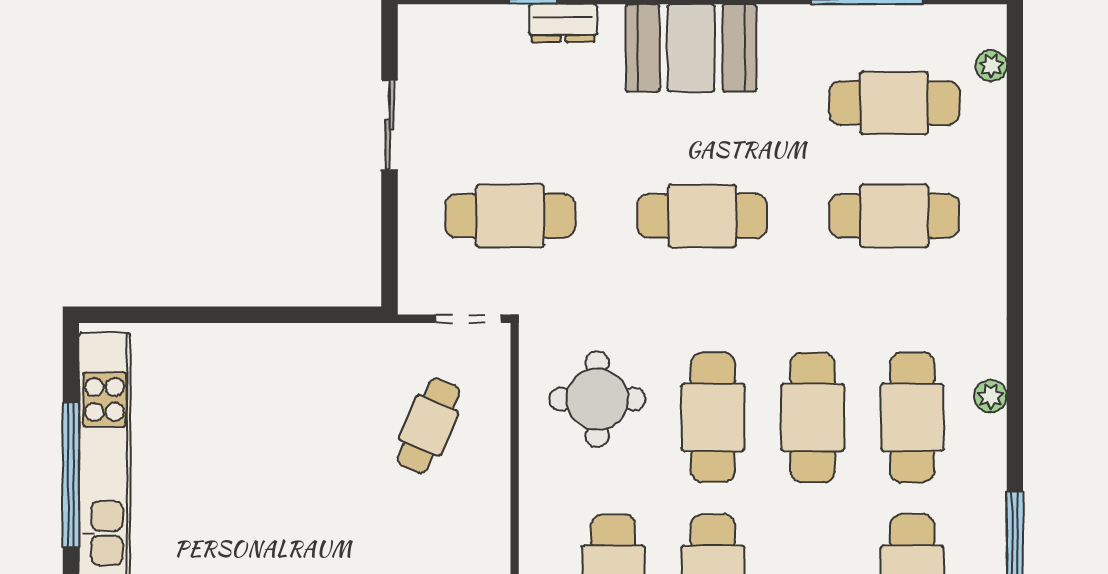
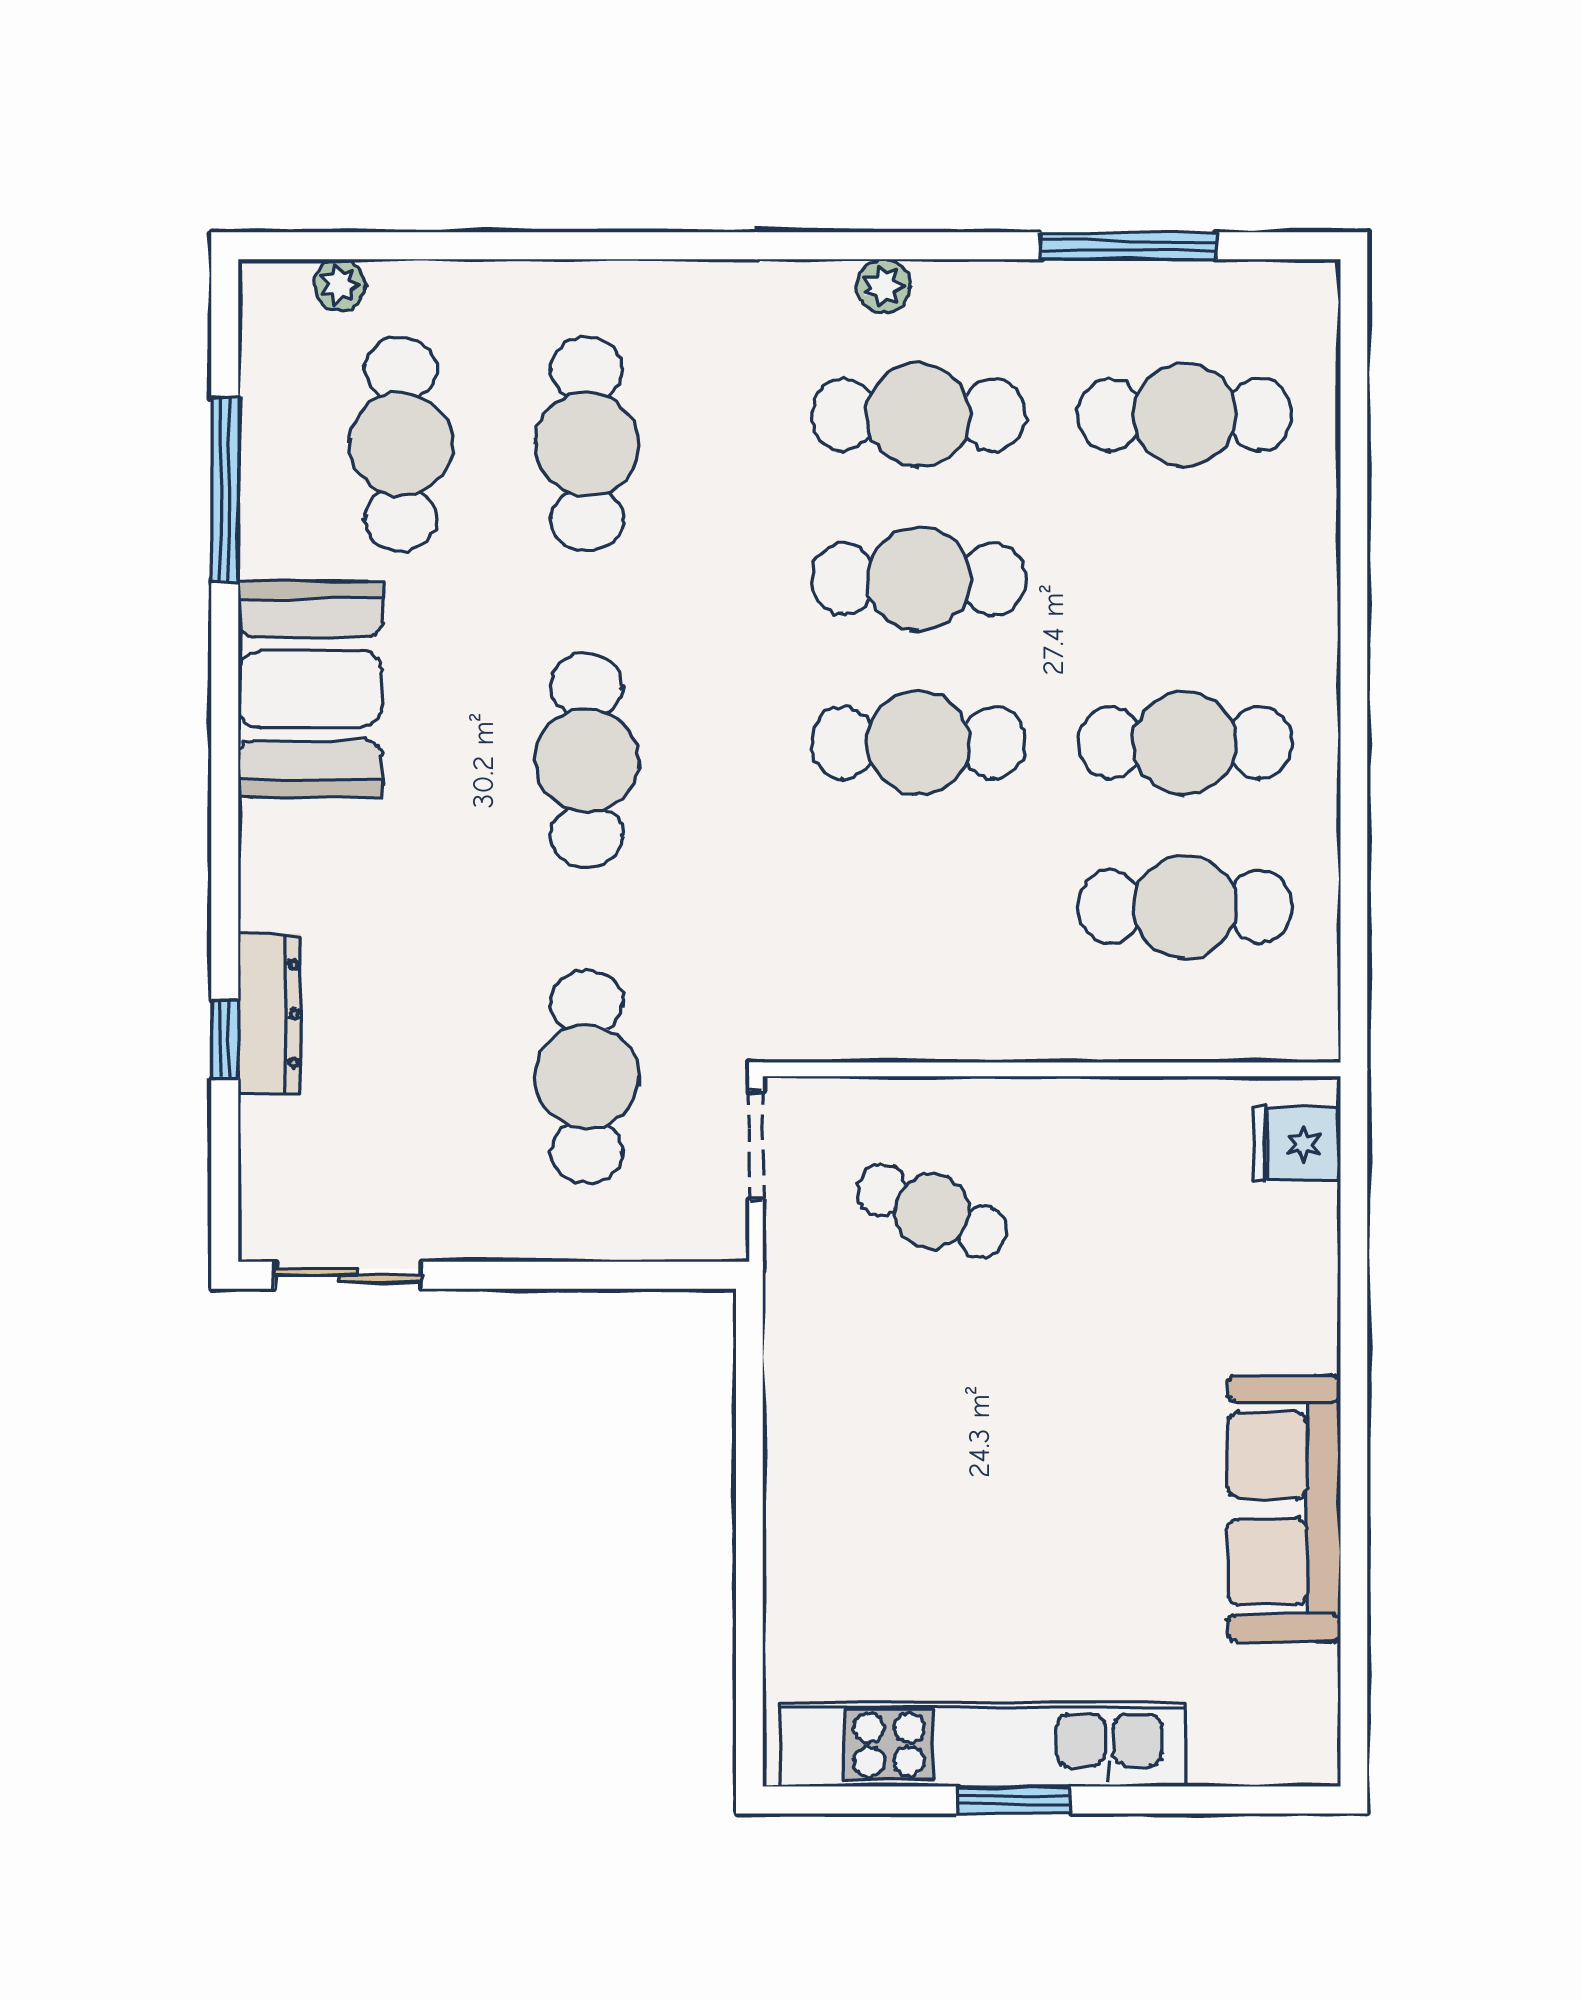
dresser: (563, 23) -> (269, 1014), width x1.44
booth: (691, 48) -> (310, 689), moved
sliding door: (390, 125) -> (348, 1275), moved
round table: (597, 399) -> (888, 933), removed
window: (71, 475) -> (1014, 1800), width x0.47

